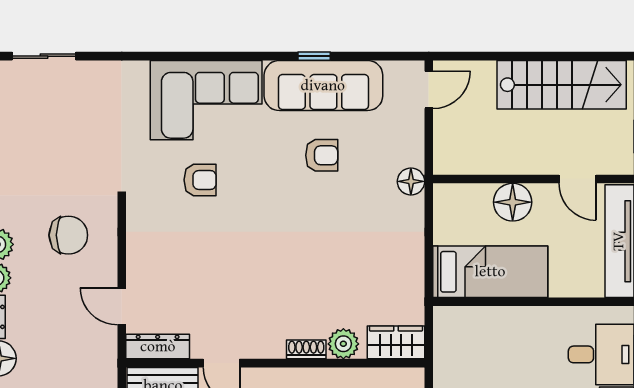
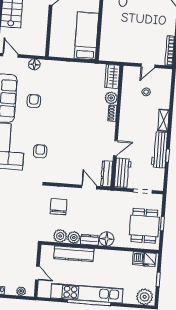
floor lamp: (411, 181) -> (34, 64), moved
floor lamp: (513, 202) -> (59, 25), removed
door: (122, 306) -> (89, 187), swing flipped

